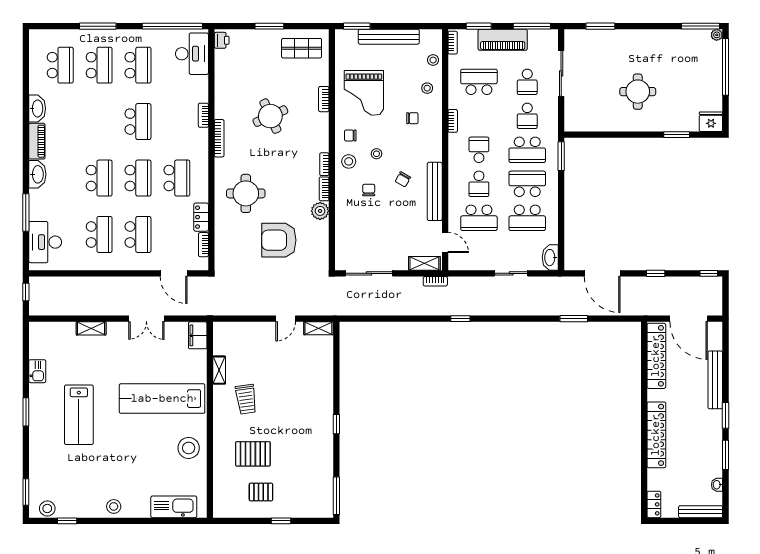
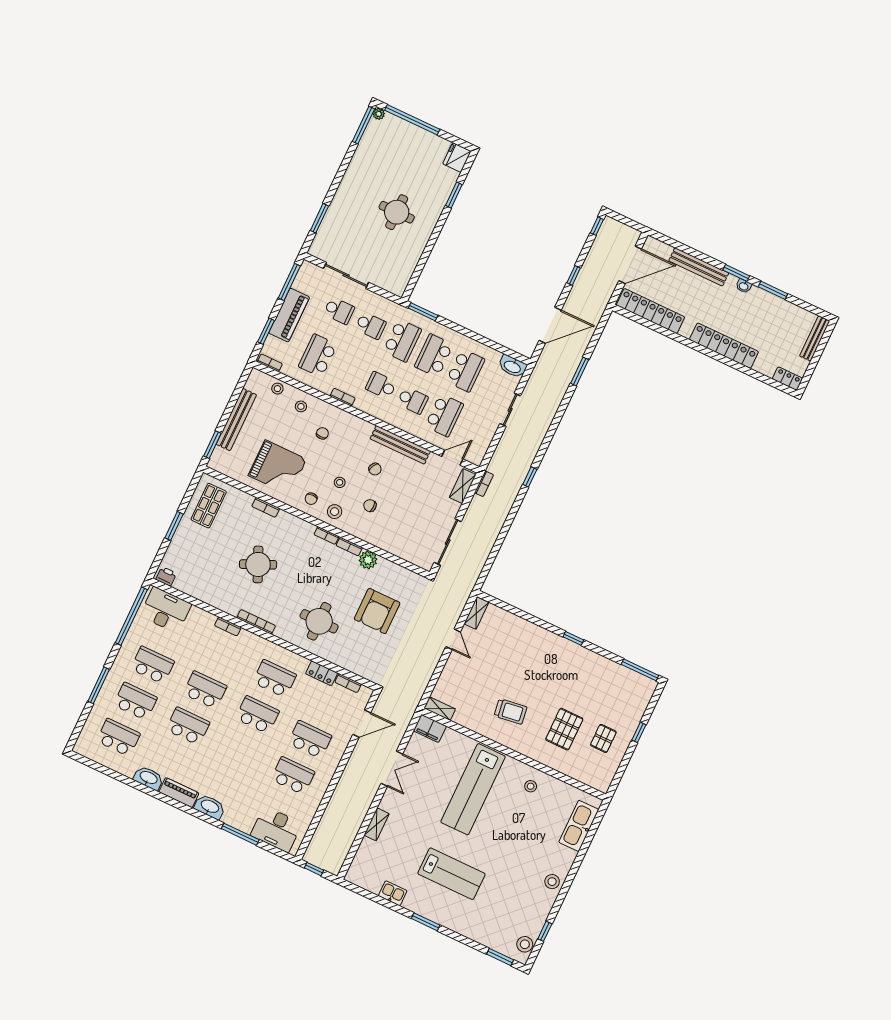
school desk: (99, 178) -> (188, 726), moved
shelving: (219, 370) -> (440, 709), moved
stool: (189, 448) -> (531, 786), width x0.53, depth x0.53
washbasin: (717, 485) -> (744, 286), moved

